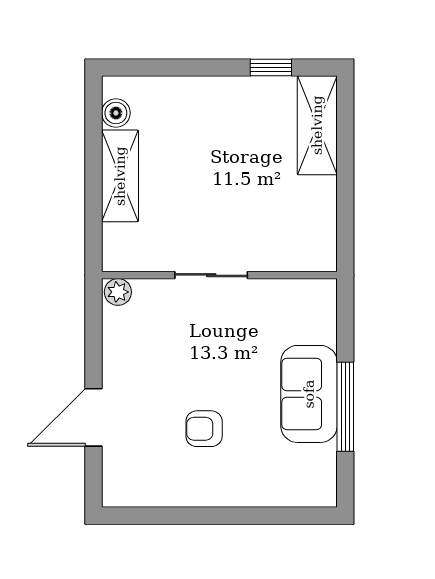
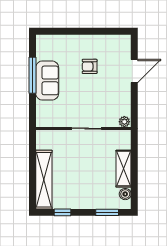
window: (161, 67) -> (107, 212), added
shelving: (317, 125) -> (44, 180), width x1.47
armchair: (204, 429) -> (90, 66), turned 180

